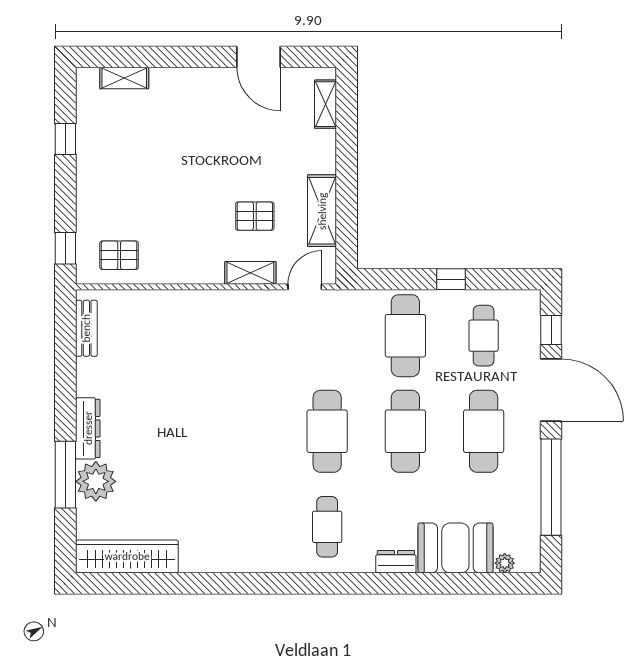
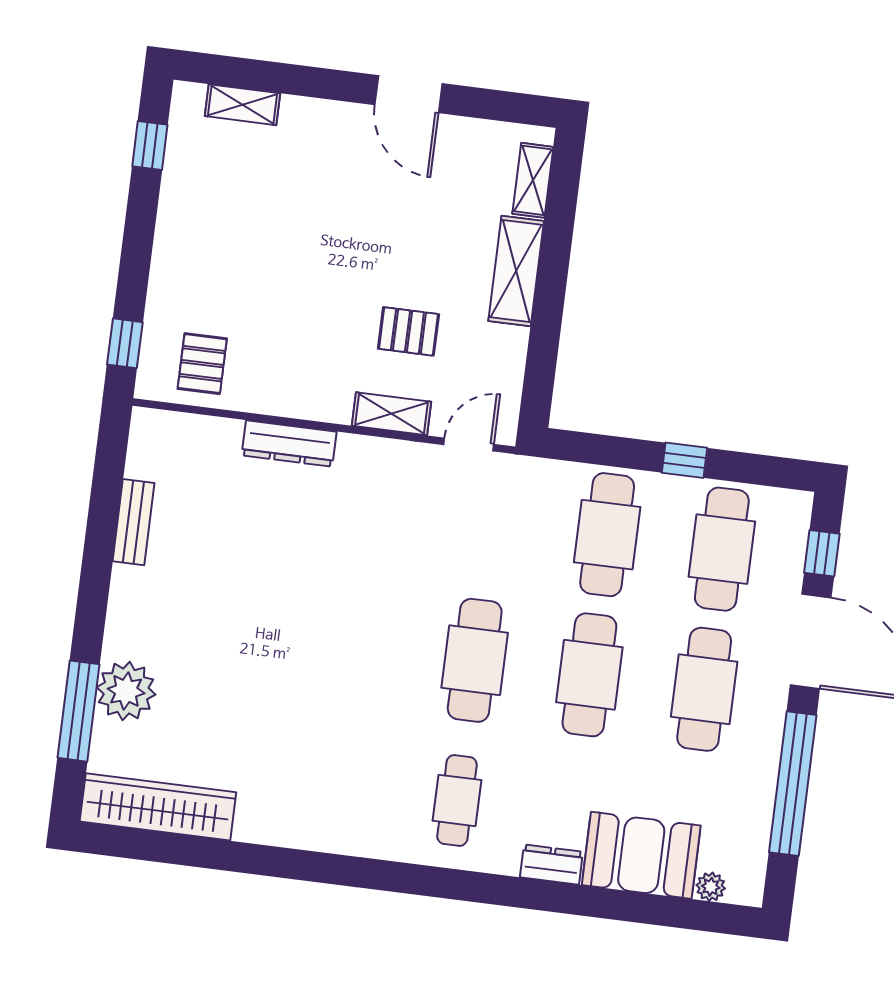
door: (259, 57) -> (408, 94), moved
window: (65, 139) -> (150, 145), moved
shelving: (322, 211) -> (516, 271), moved
pallet: (119, 255) -> (202, 364), turned 90
bench: (86, 328) -> (134, 522), moved
cafe table: (484, 336) -> (722, 549), width x1.37, depth x1.35
dresser: (88, 428) -> (289, 444), moved, turned 90
window: (65, 475) -> (78, 711), moved

